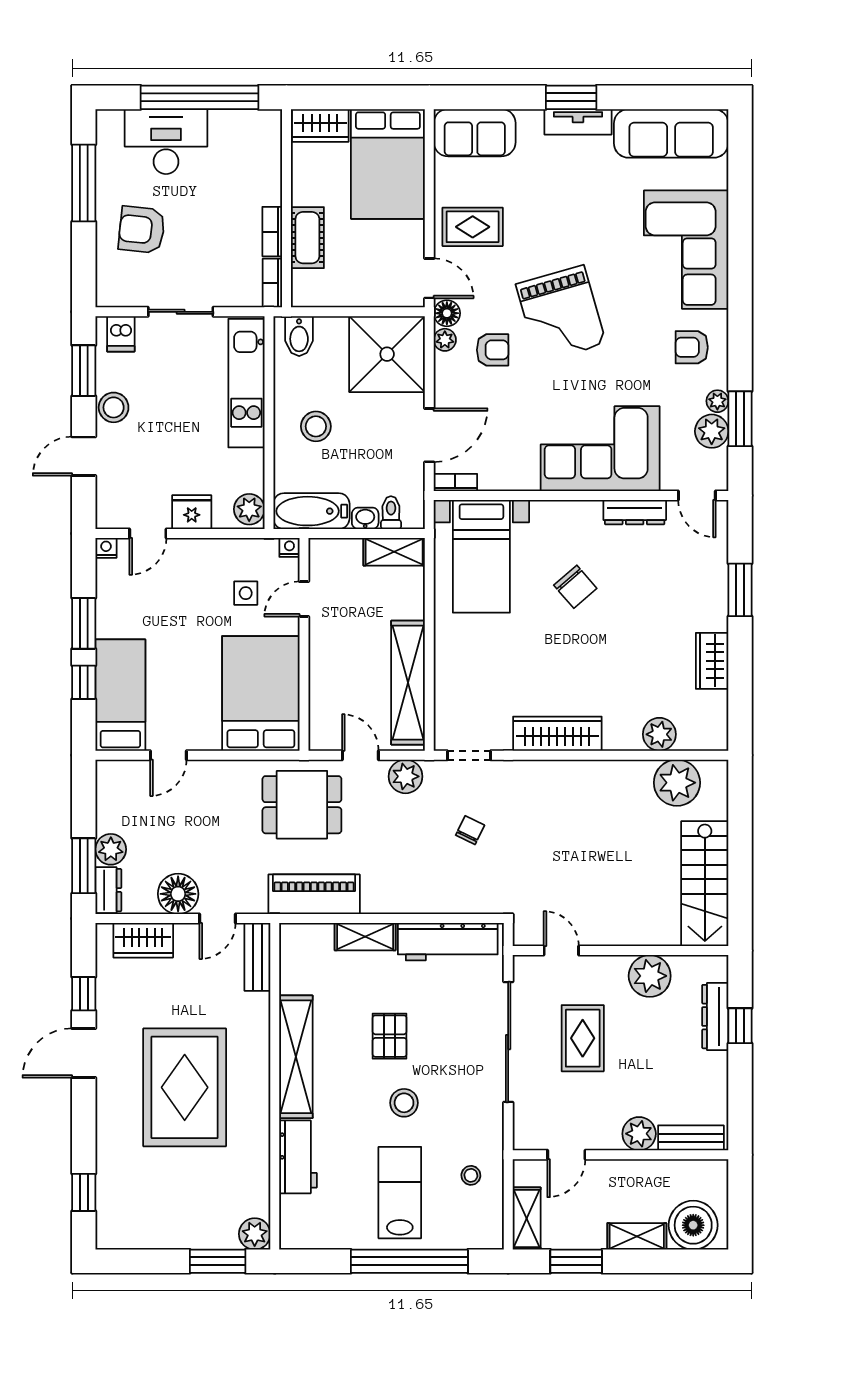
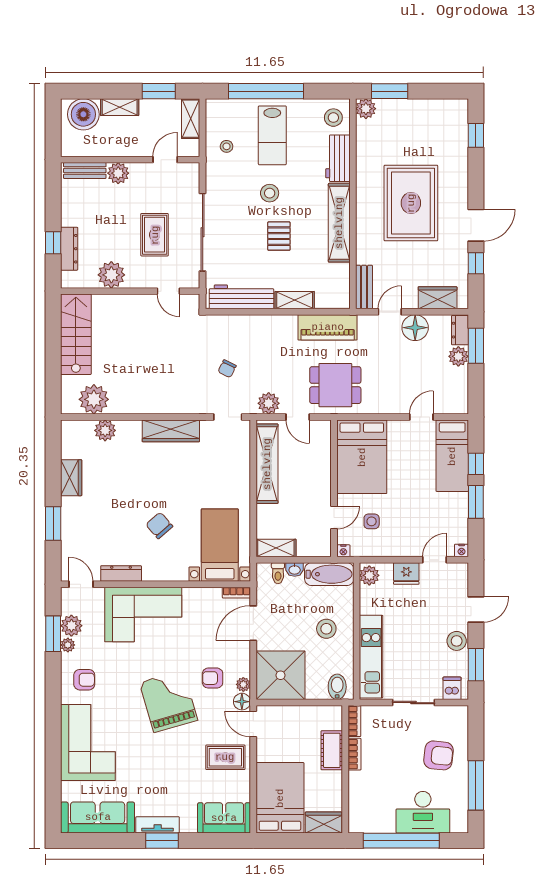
stool: (305, 1220) -> (333, 118), added

